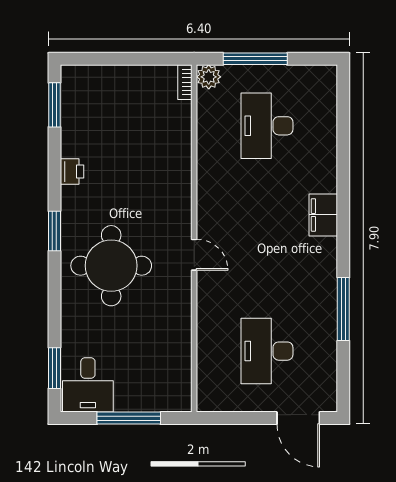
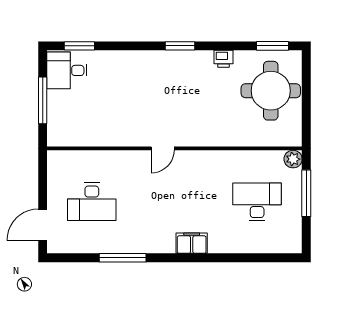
bookcase: (185, 82) -> (289, 142), removed
round table: (111, 266) -> (271, 91), moved
desk: (267, 351) -> (92, 202), turned 180

